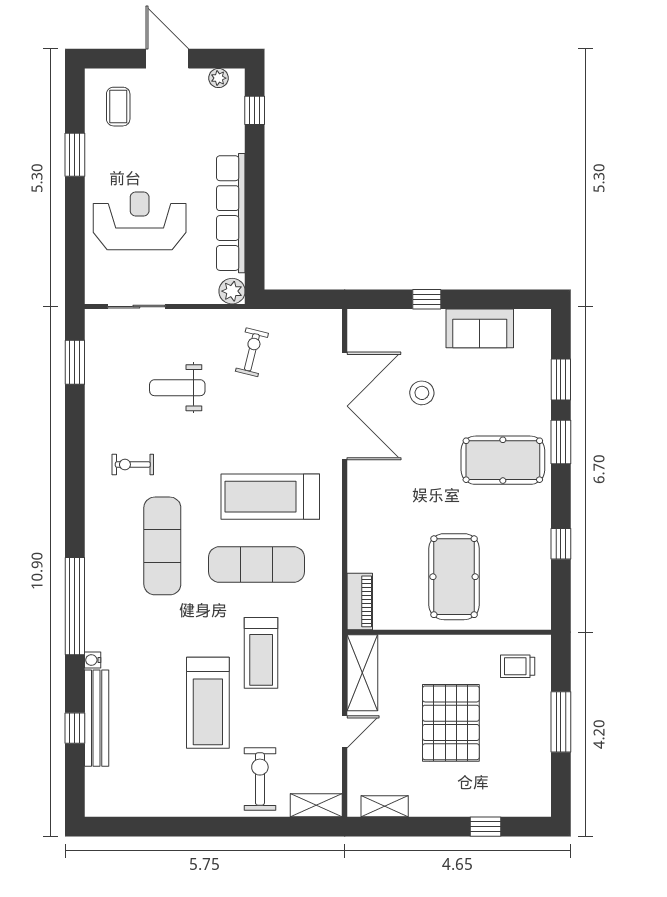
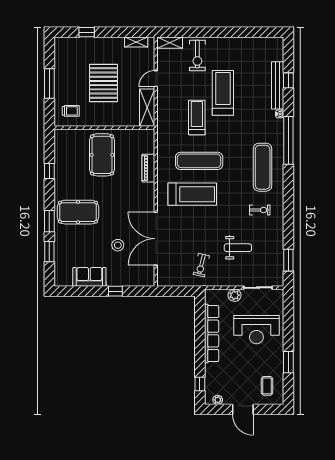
plant: (232, 291) -> (235, 295), moved
exercise mat: (162, 546) -> (263, 167), moved
piano: (360, 601) -> (148, 168), moved

